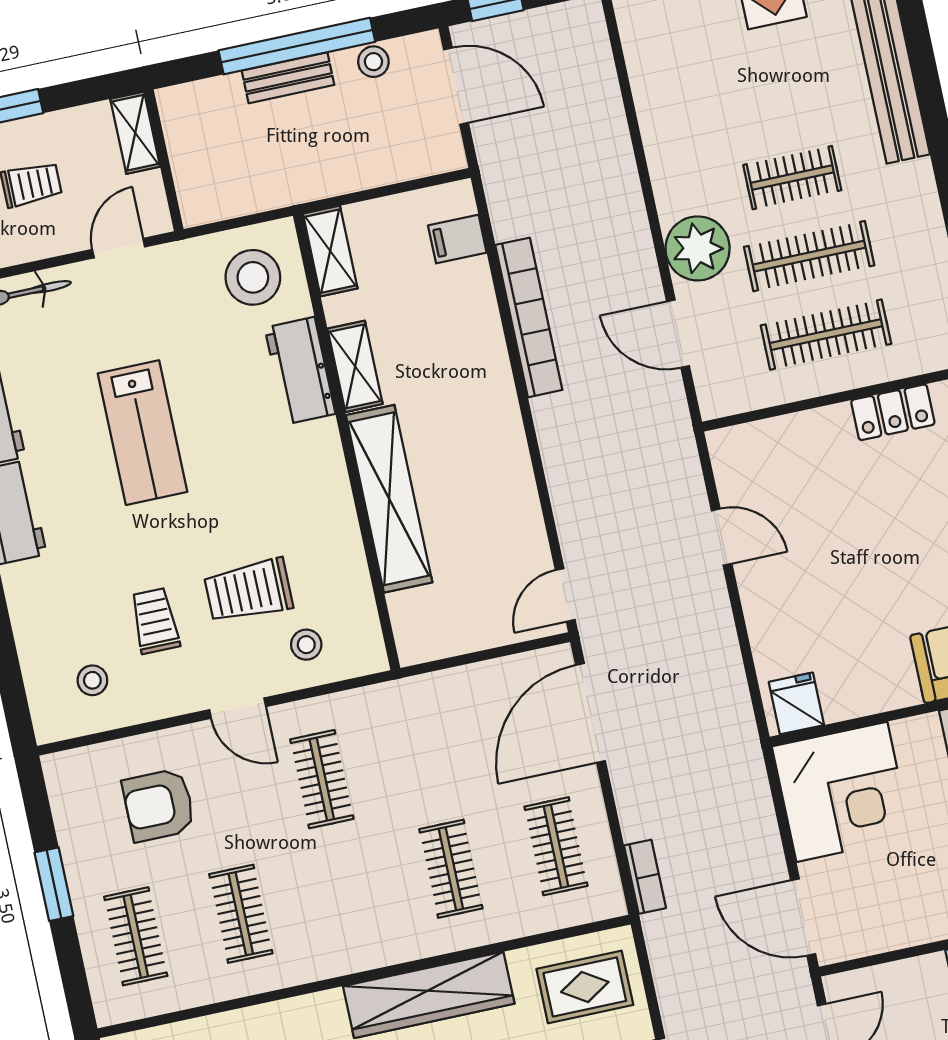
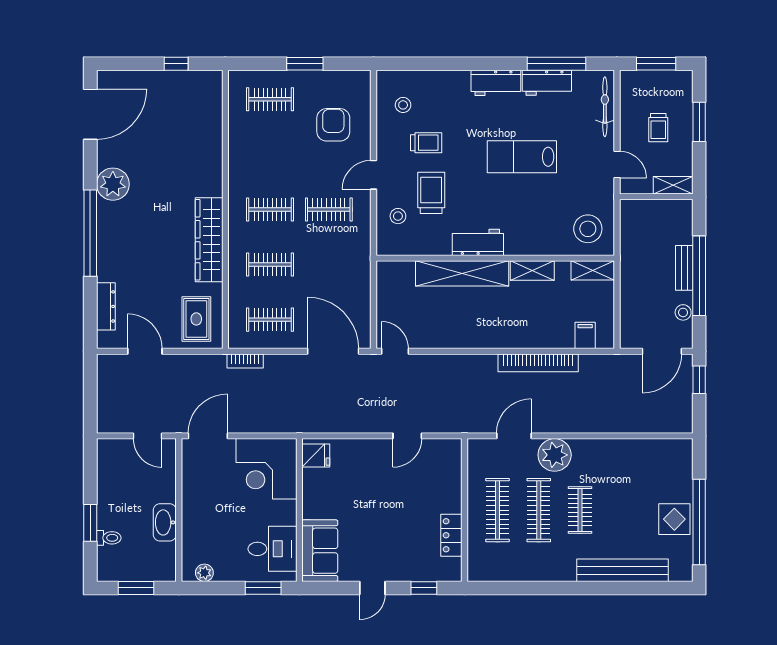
workbench: (300, 371) -> (478, 242), moved
clothes rail: (241, 914) -> (270, 209), moved

